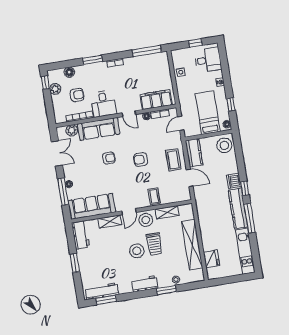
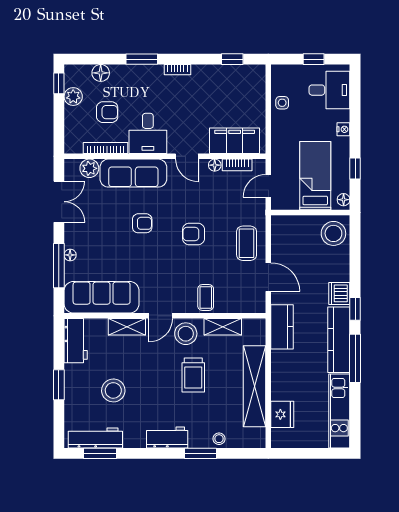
window: (147, 51) -> (232, 59), width x0.46
kitchen counter: (194, 153) -> (282, 327), moved
stool: (137, 251) -> (113, 390), moved

